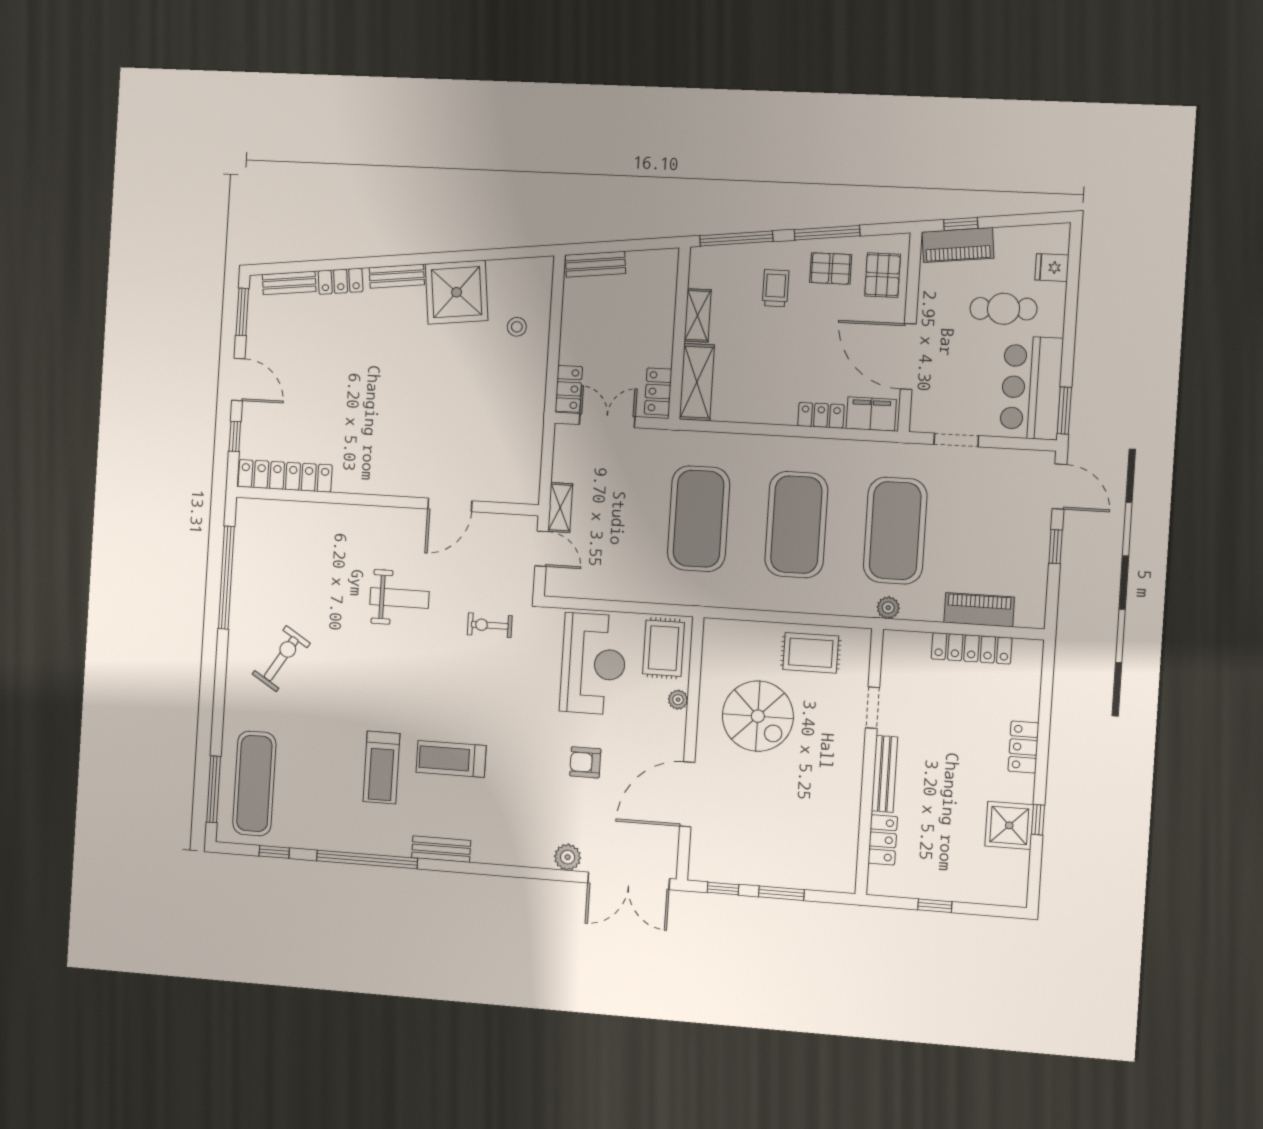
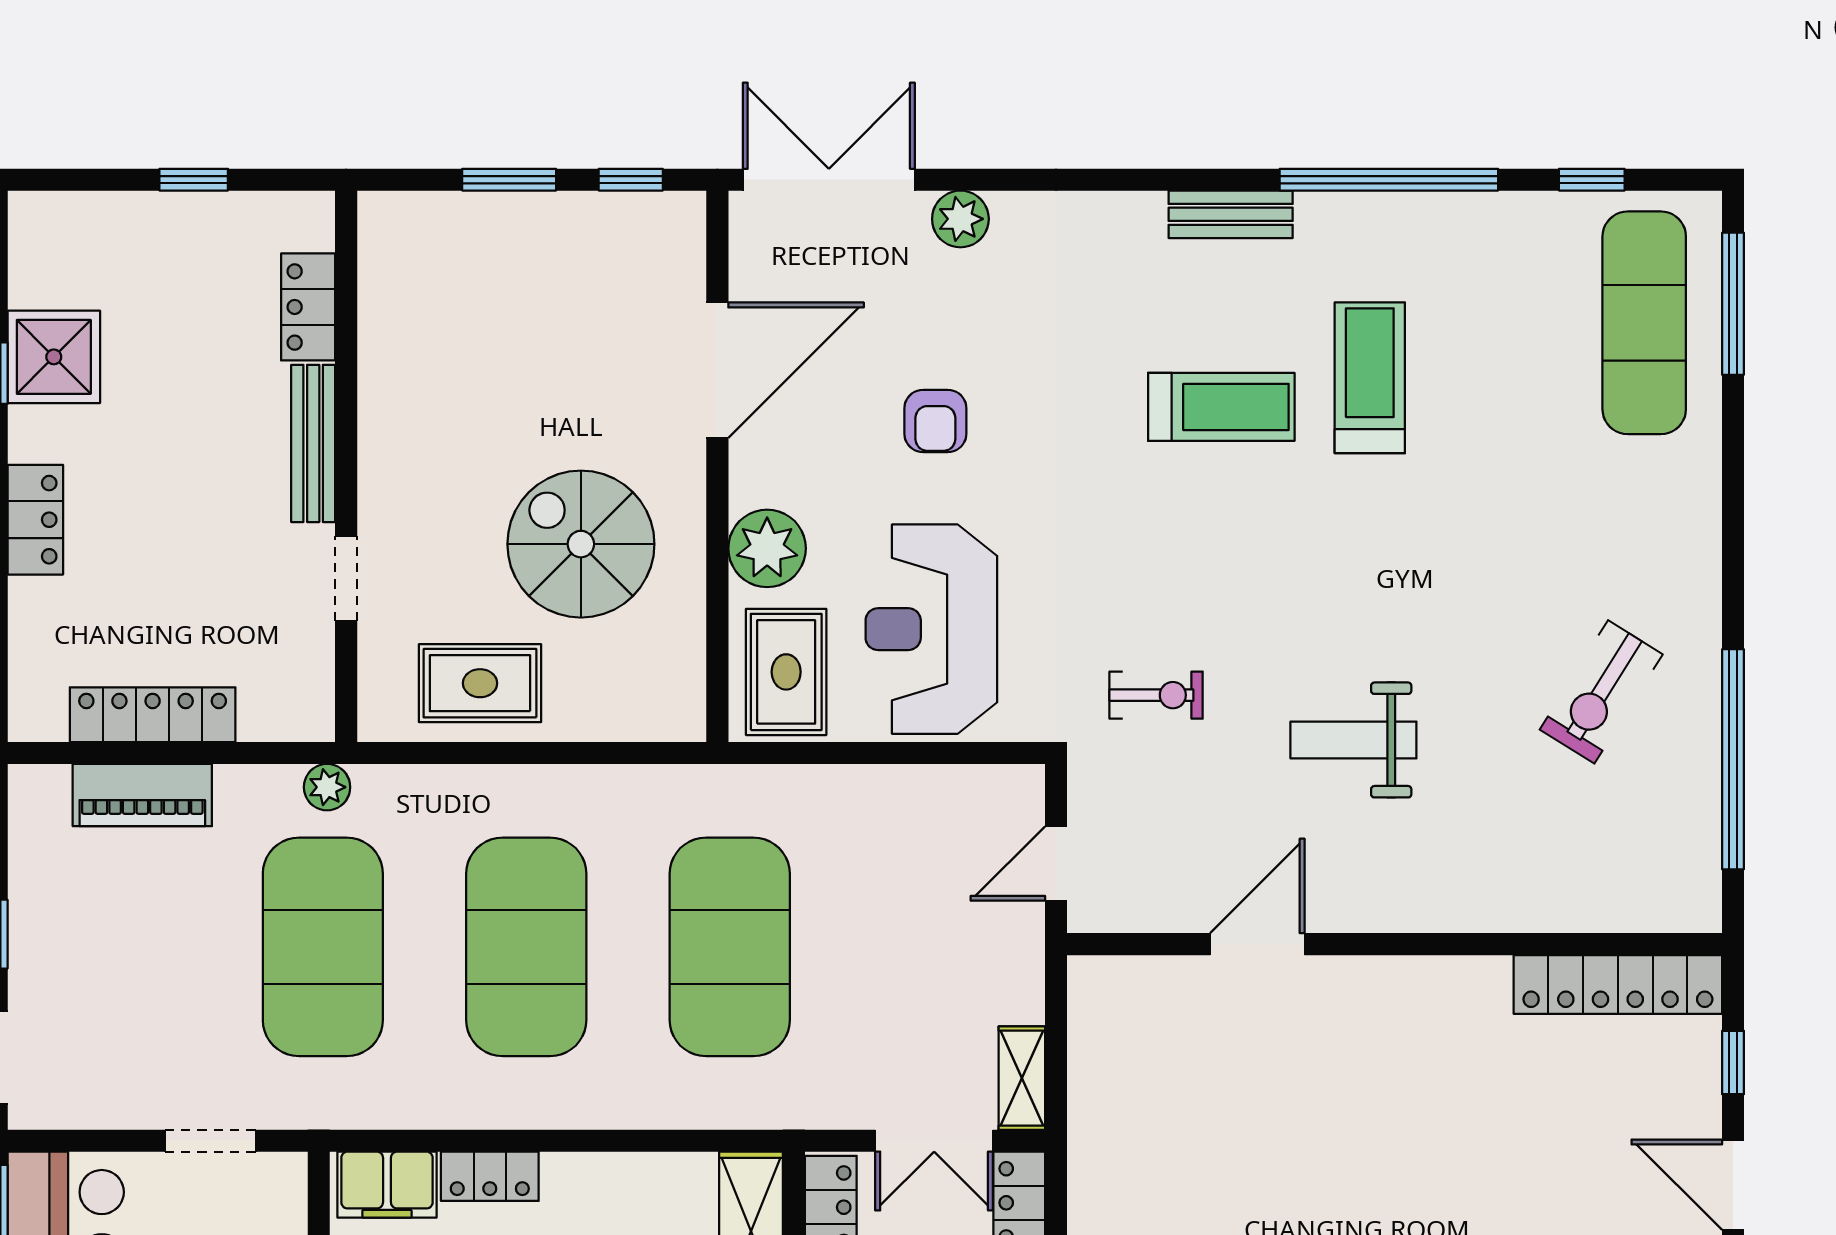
shelving: (560, 508) -> (1022, 1078), moved
door: (542, 549) -> (1056, 864), hinge flipped
exercise bike: (281, 659) -> (1601, 692), moved
plant: (678, 700) -> (767, 548), width x1.88, depth x1.88
armchair: (585, 762) -> (935, 421), turned 90

